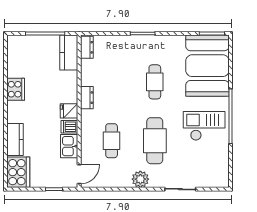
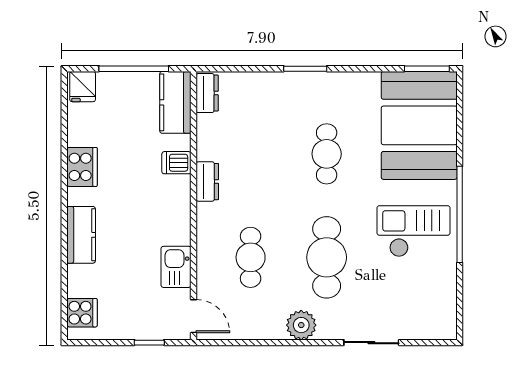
fridge: (69, 111) -> (83, 87), moved, turned -90
dishwasher: (69, 127) -> (176, 163), moved
kitchen counter: (15, 140) -> (81, 235), moved
cooker: (18, 172) -> (82, 313), width x0.53, depth x0.76
door: (79, 174) -> (194, 316), hinge flipped

